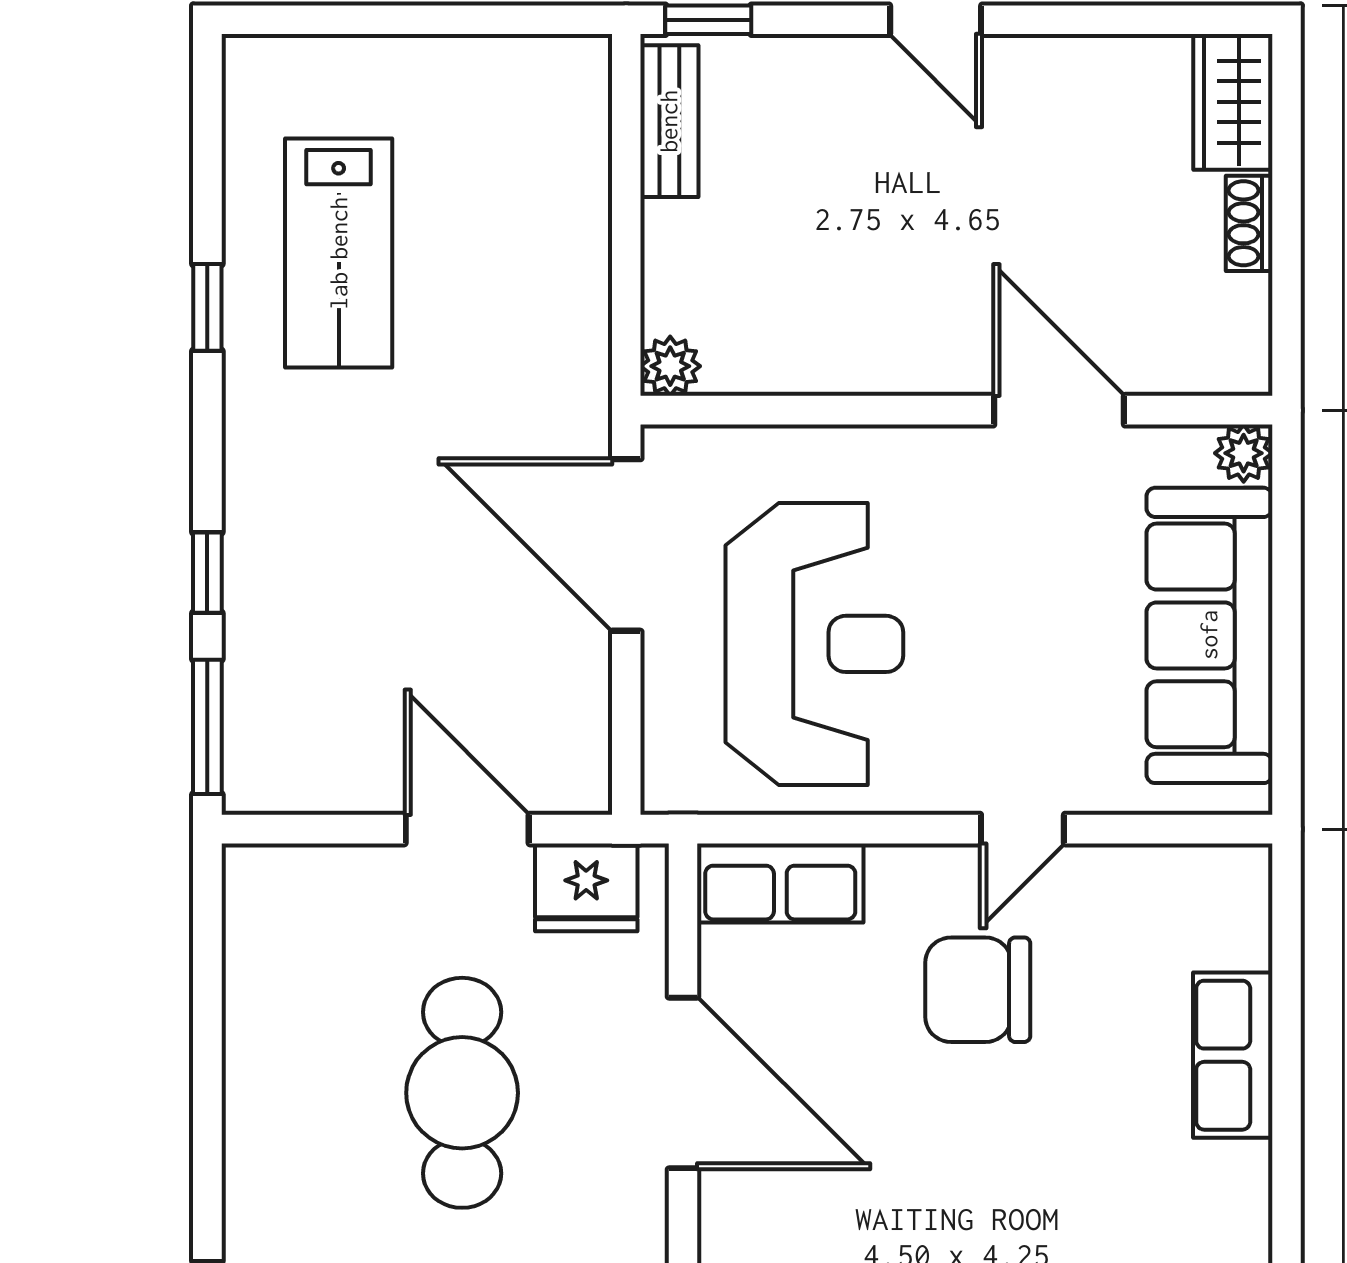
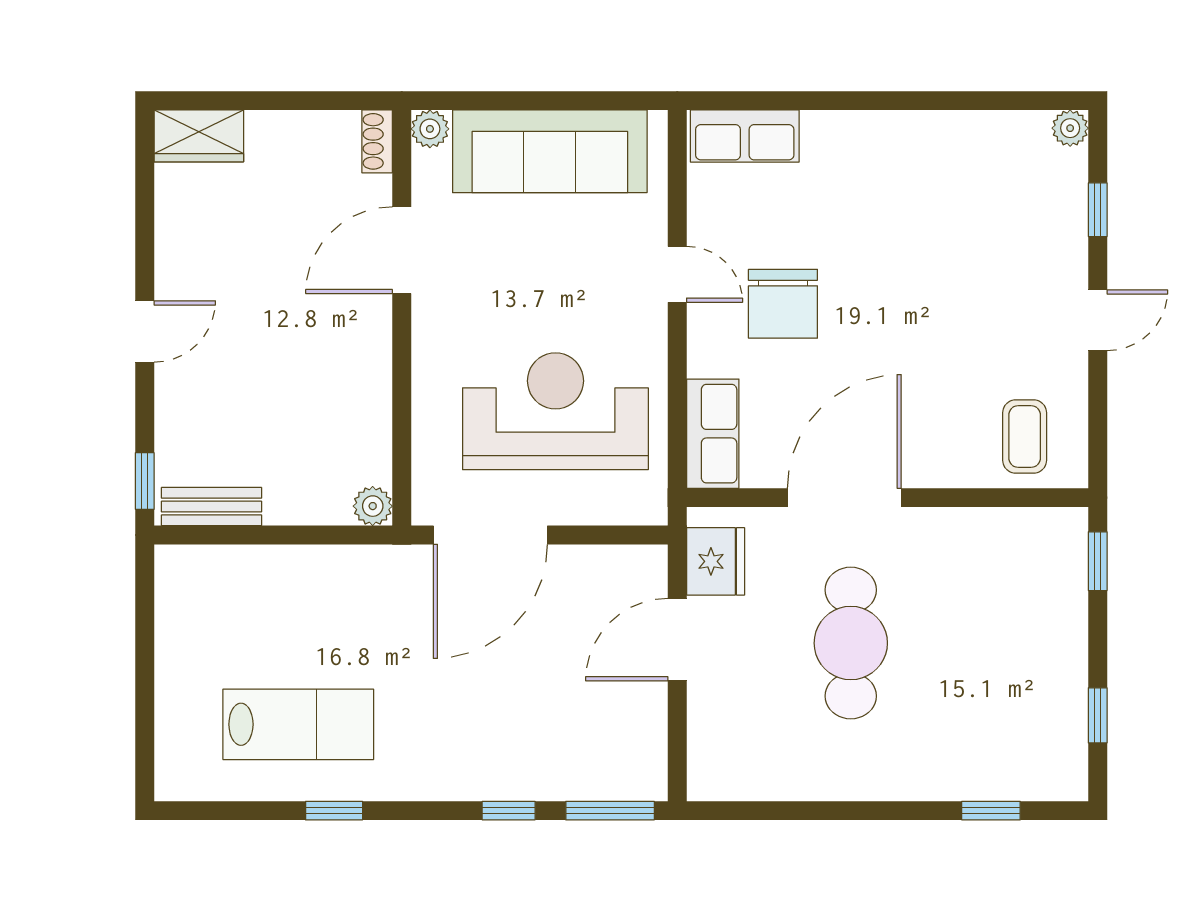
shoe rack: (1249, 223) -> (377, 141), moved, turned 90
row of seats: (1233, 1055) -> (745, 136), moved
cafe table: (462, 1093) -> (851, 643), turned 90

